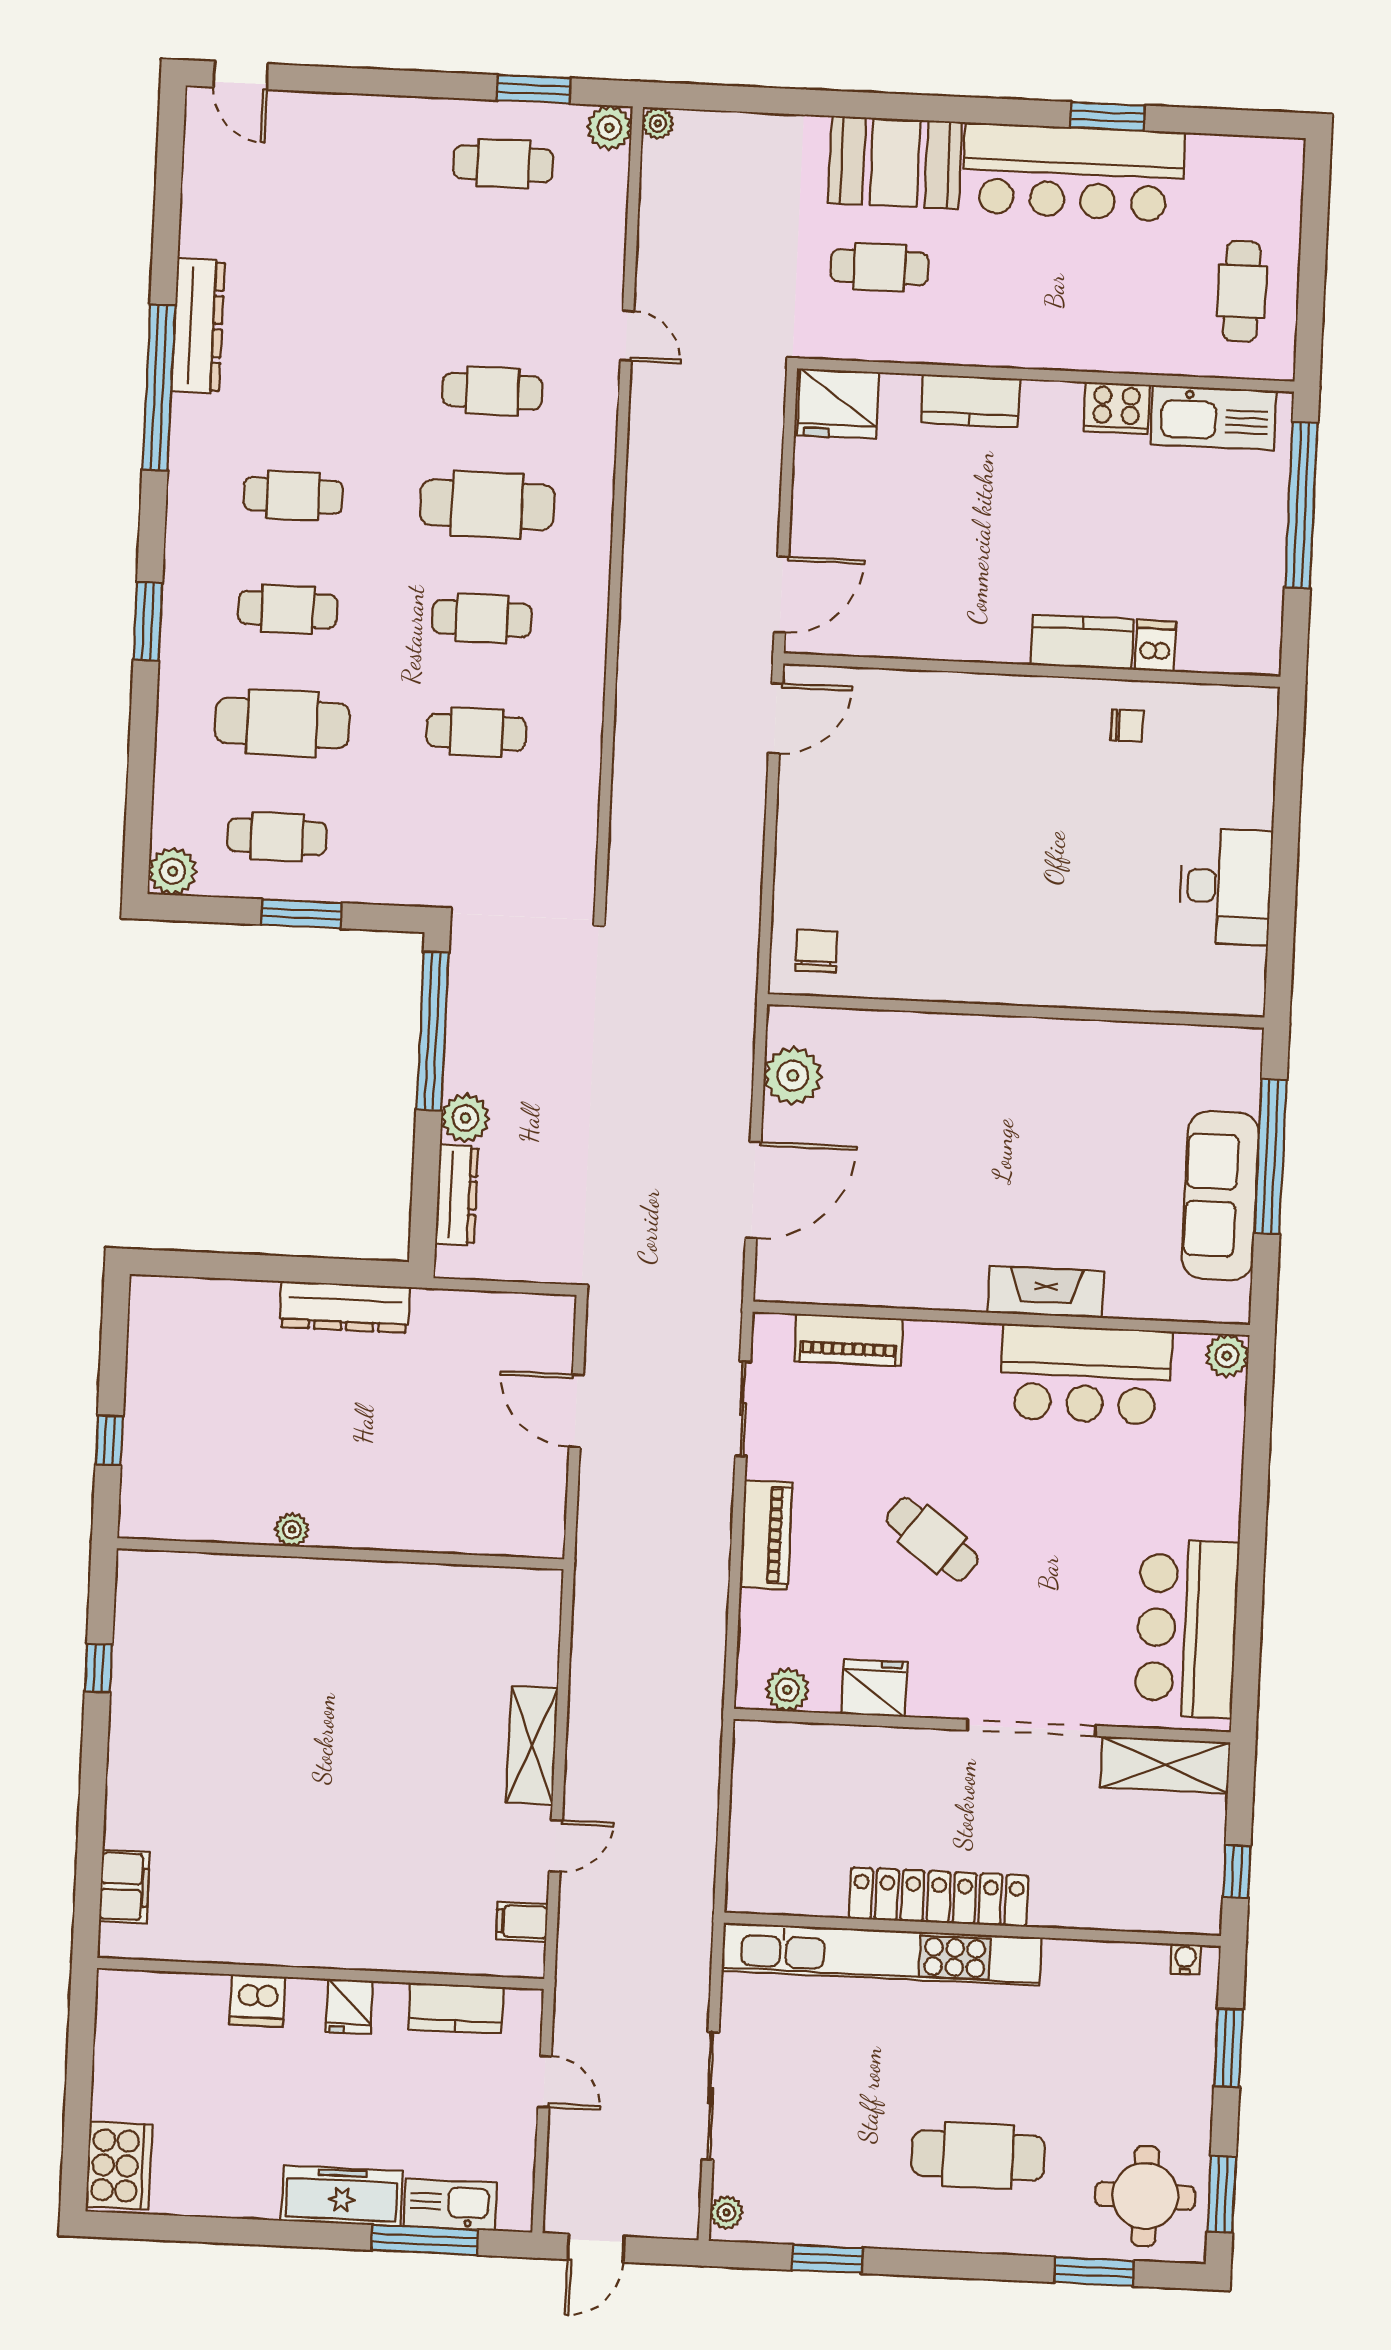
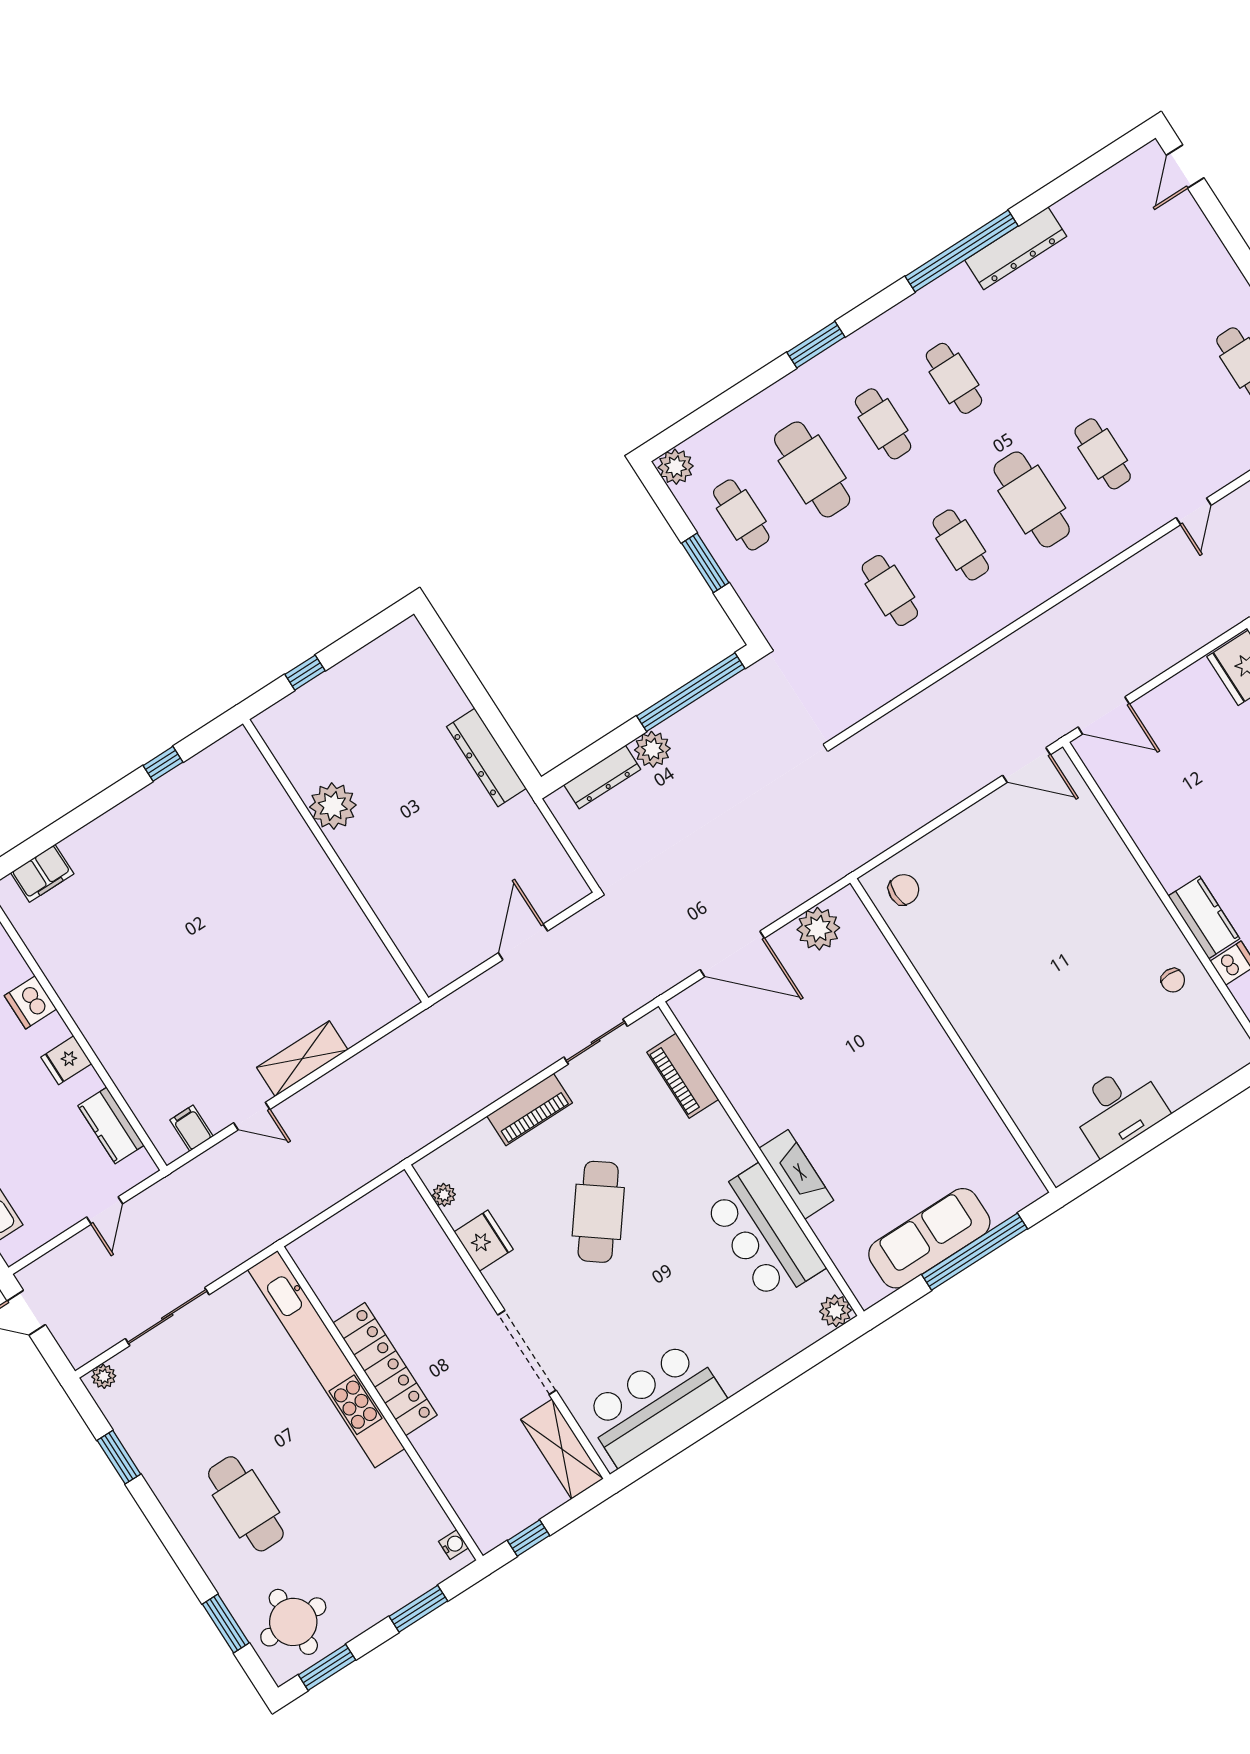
plant: (292, 1530) -> (333, 806), width x1.87, depth x1.87
cafe table: (932, 1539) -> (598, 1212), width x1.37, depth x1.35
plant: (787, 1690) -> (444, 1195), width x0.73, depth x0.73

